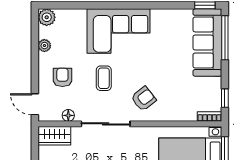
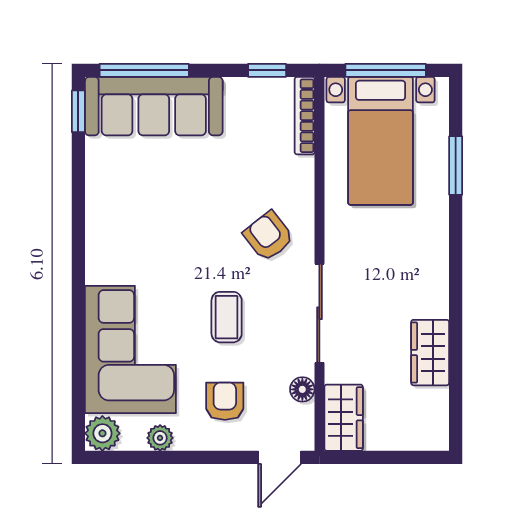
corner sofa: (118, 31) -> (130, 349), moved
armchair: (62, 77) -> (225, 401), turned 90
coffee table: (104, 78) -> (227, 317), turned 90
bookcase: (210, 117) -> (305, 116), width x1.56

